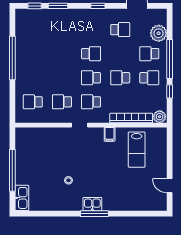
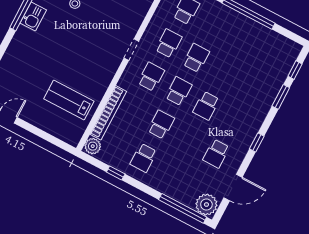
plant: (159, 33) -> (206, 205), moved
school desk: (149, 54) -> (196, 58), moved
window: (170, 59) -> (183, 208), moved
filing cabinet: (110, 134) -> (103, 78), removed

